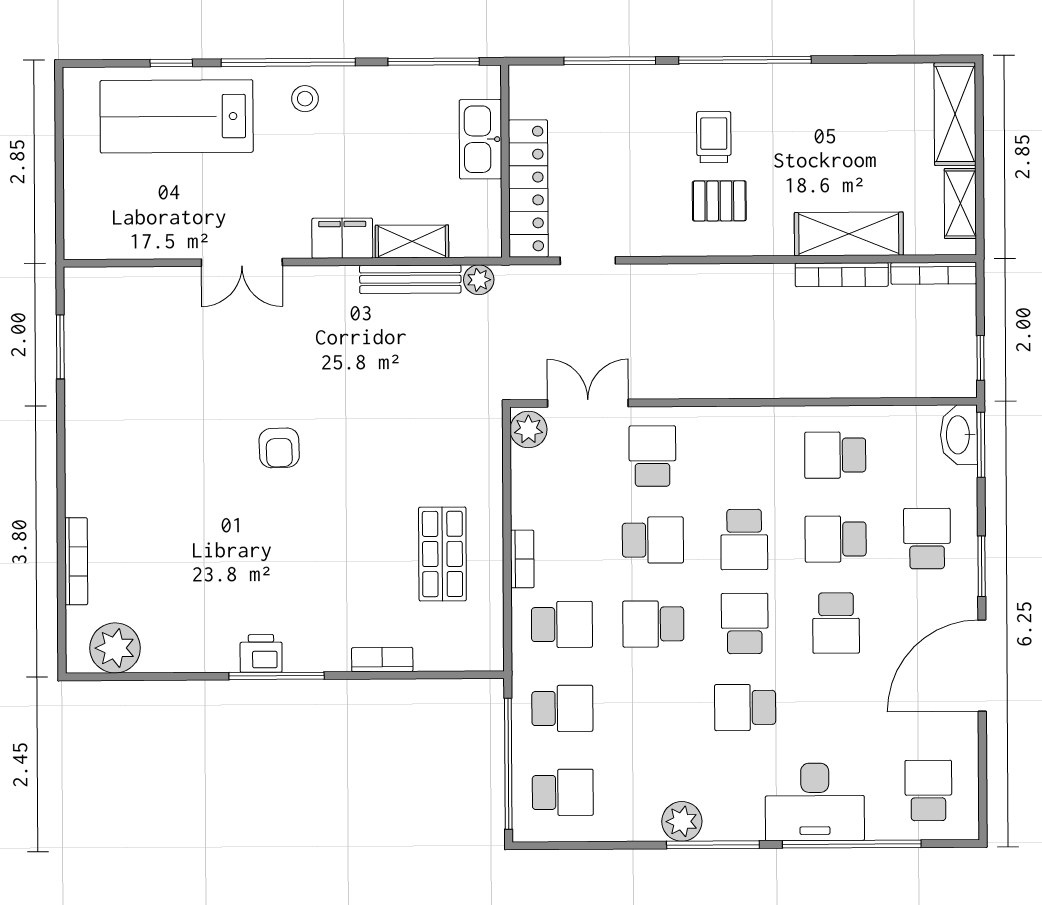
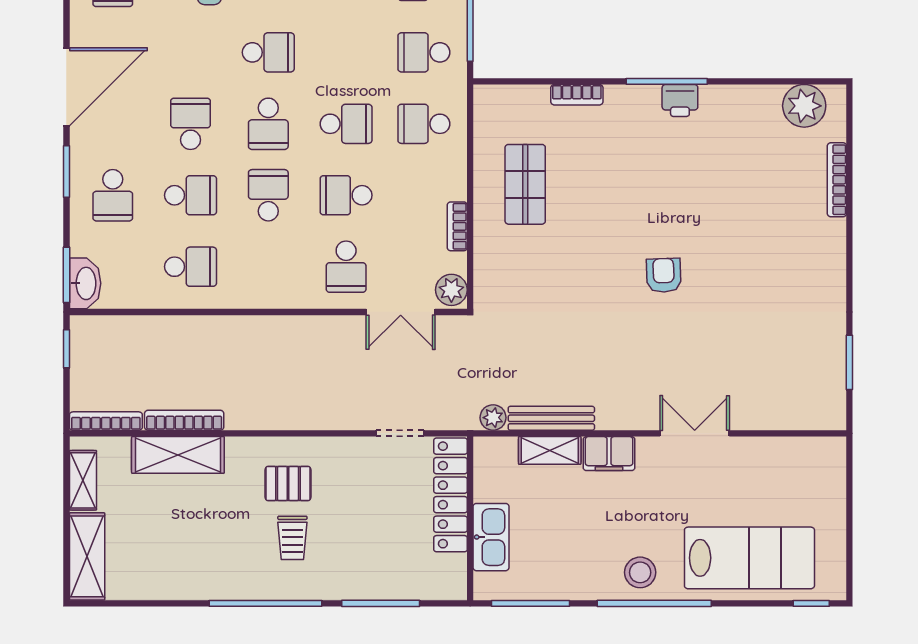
window: (171, 63) -> (811, 603), moved
stool: (305, 99) -> (640, 572), width x1.37, depth x1.37
bookcase: (522, 559) -> (457, 226), moved

